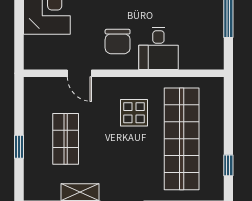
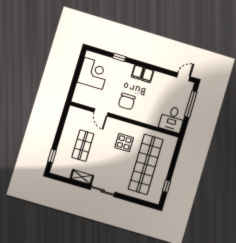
desk: (158, 48) -> (172, 119), moved
window: (19, 147) -> (52, 156), moved

